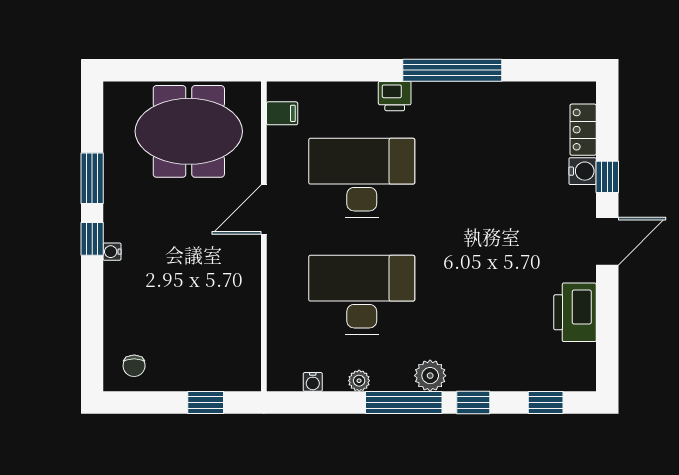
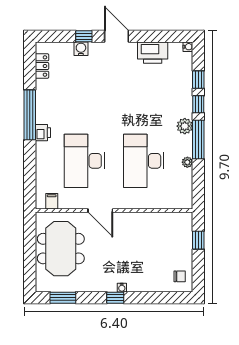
printer: (395, 96) -> (43, 133), moved
locker: (583, 130) -> (42, 66), moved, turned -90
window: (92, 178) -> (63, 298), moved
water cooler: (313, 382) -> (188, 47), moved
window: (546, 402) -> (198, 80), moved

